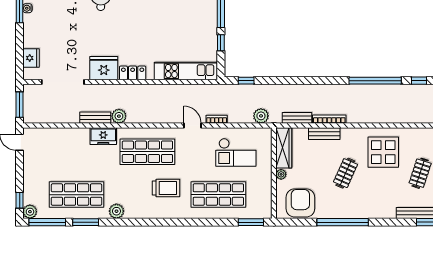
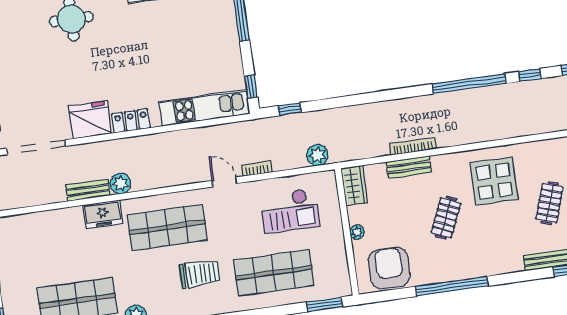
window: (221, 43) -> (251, 87), moved
bench: (297, 118) -> (368, 151), removed
wardrobe: (284, 148) -> (354, 186), width x0.67

